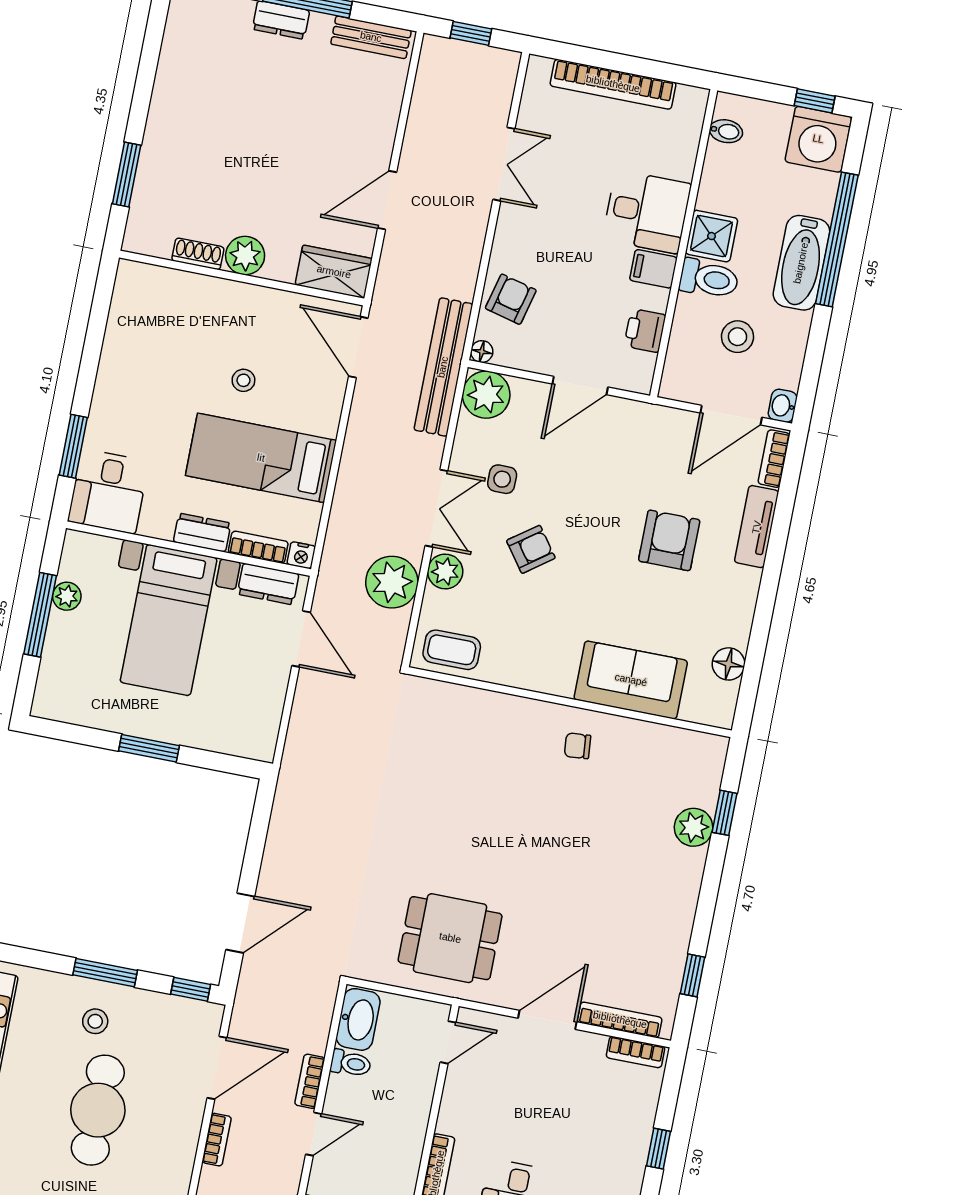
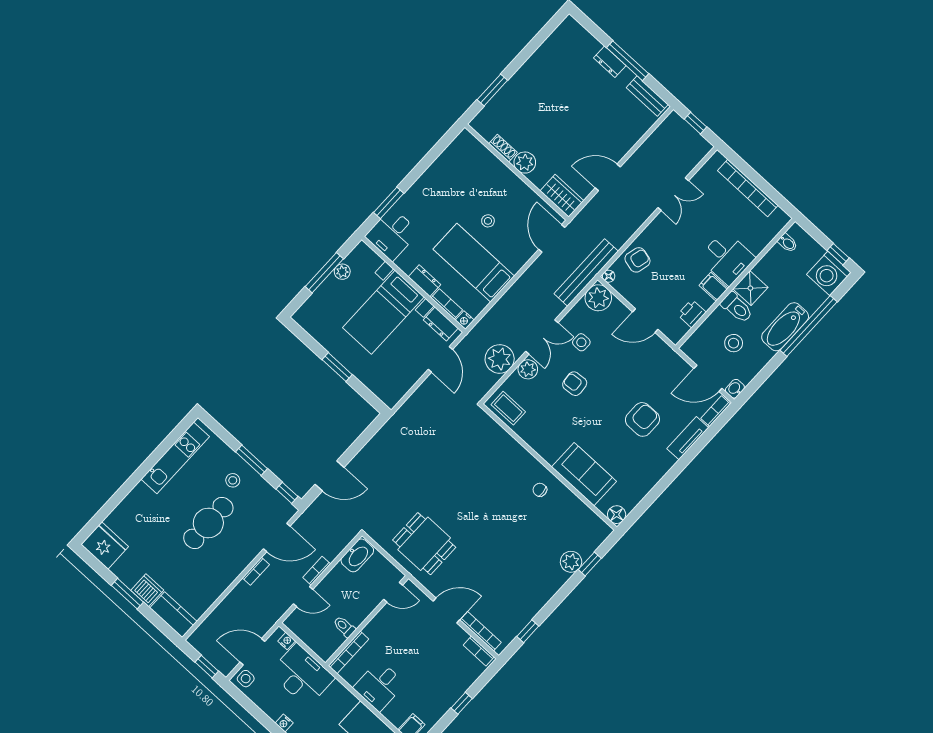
armchair: (531, 549) -> (575, 384), turned -149
floor lamp: (729, 664) -> (617, 515), moved
toilet: (351, 1063) -> (344, 627), moved, turned 180

